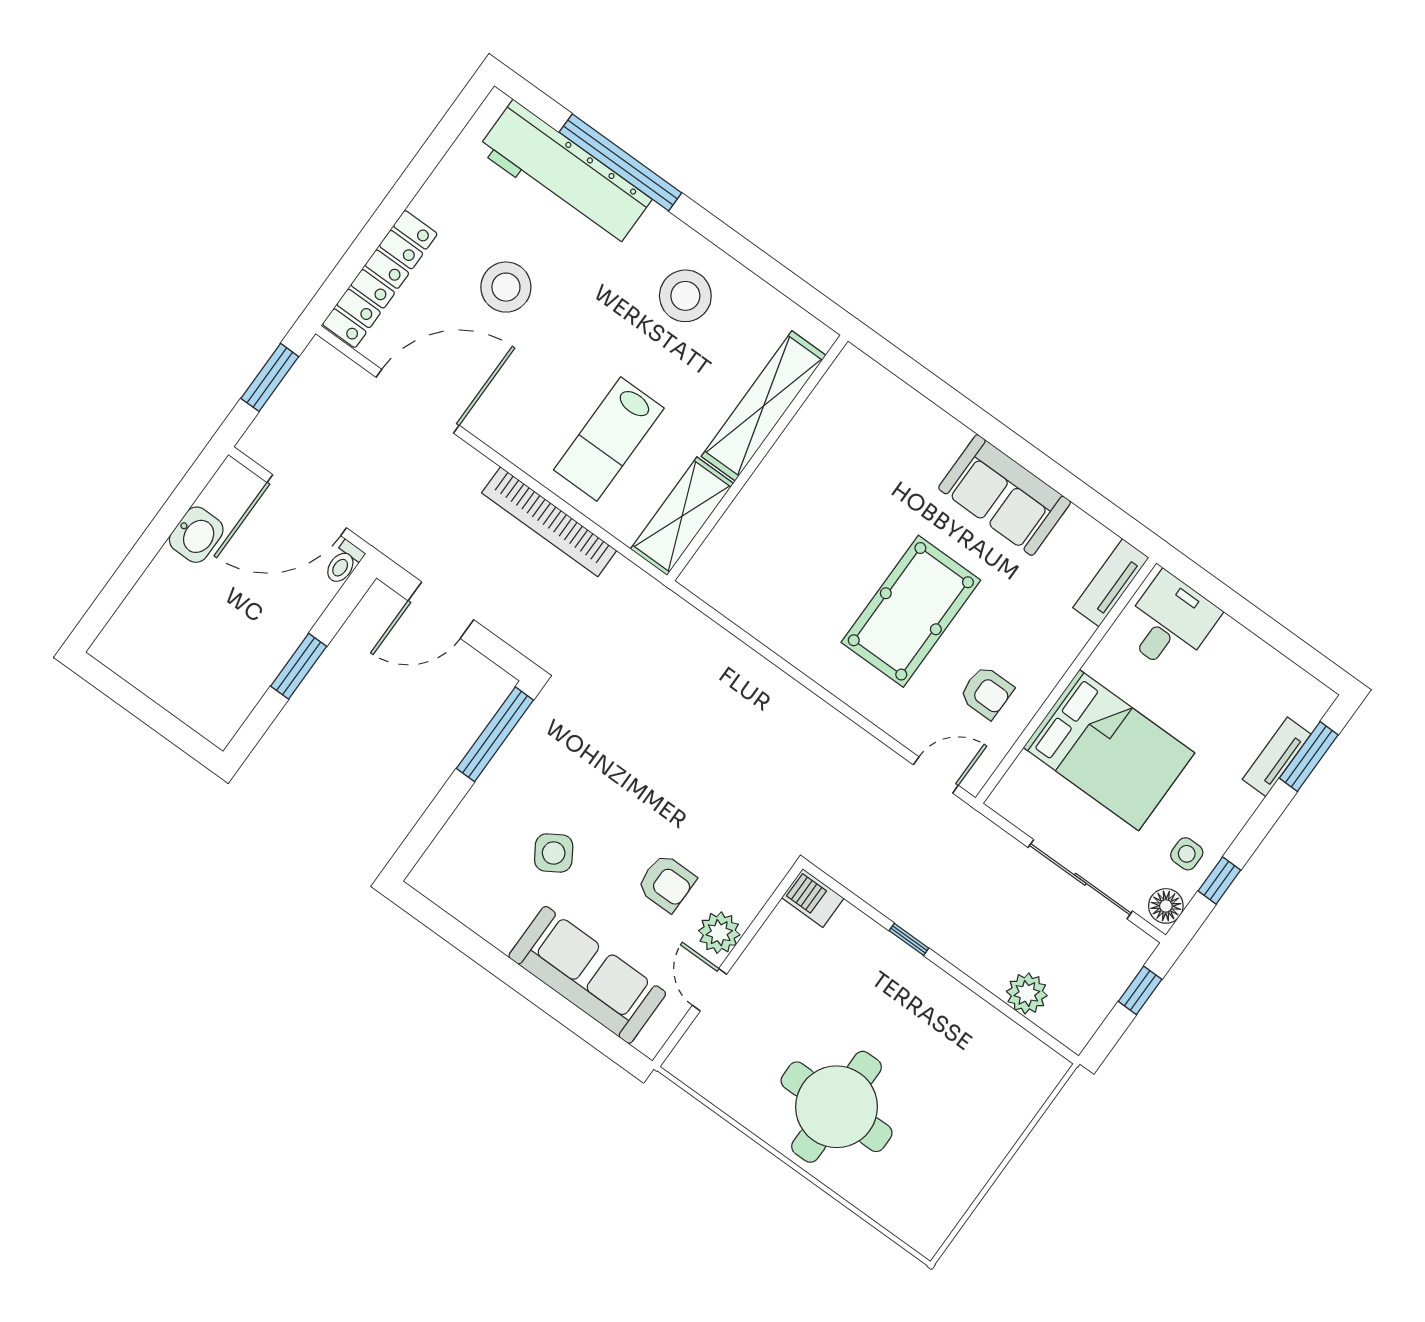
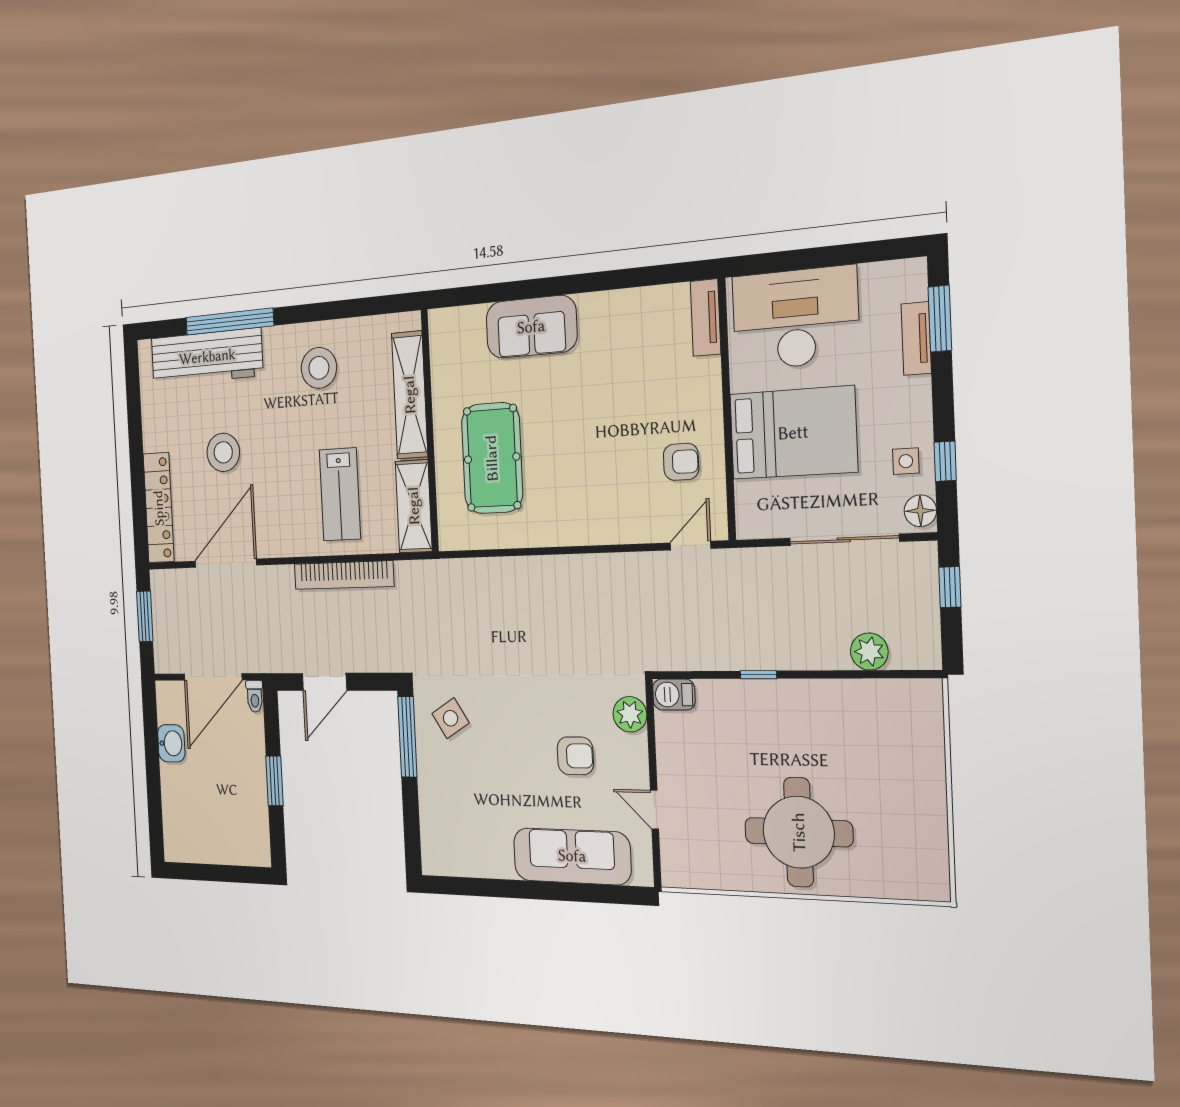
sofa: (1005, 495) -> (531, 327), moved
pool table: (911, 611) -> (492, 458), moved
desk: (1170, 623) -> (795, 318), width x1.87, depth x1.30
side table: (554, 853) -> (451, 718), moved
plant: (719, 933) -> (630, 714), moved

